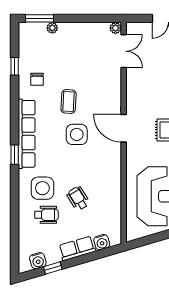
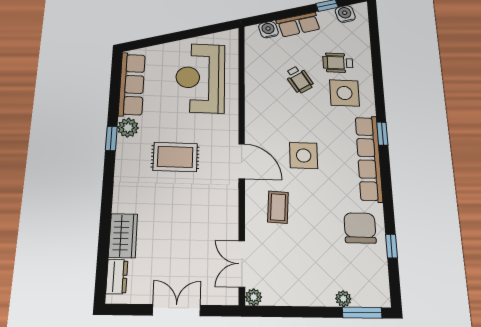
chair: (37, 79) -> (360, 228), width x1.87, depth x1.87
coffee table: (69, 101) -> (278, 207), moved

